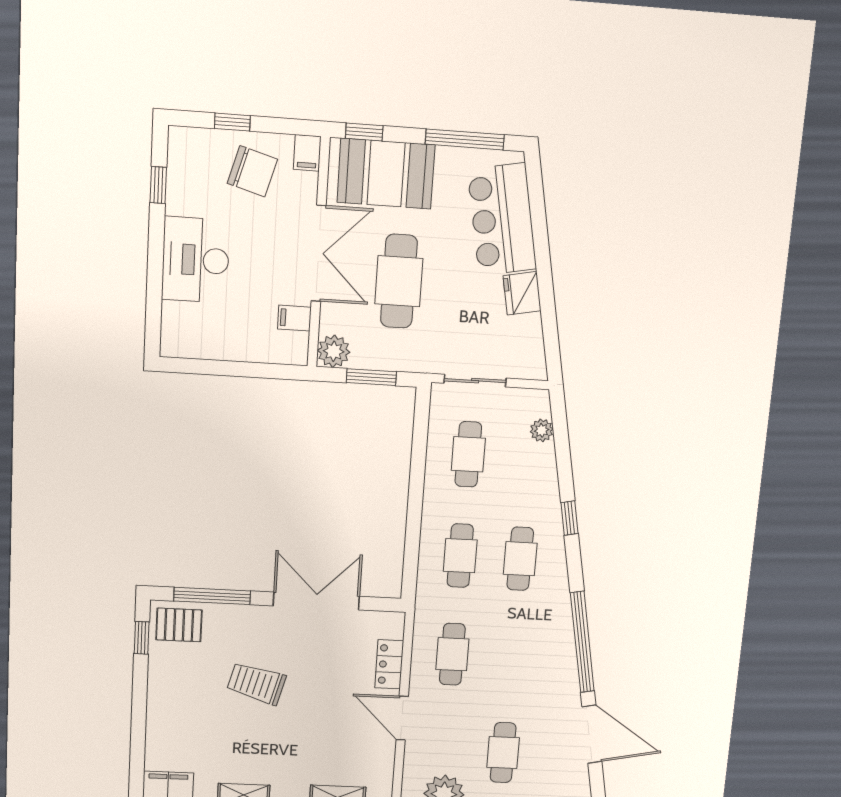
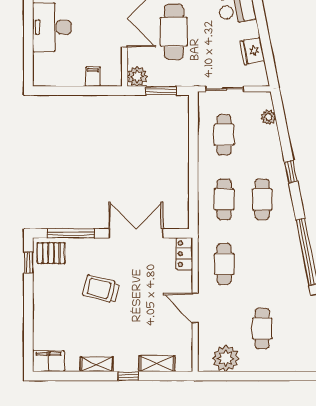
fridge: (522, 293) -> (252, 51), moved
filing cabinet: (294, 318) -> (93, 77), moved, turned 90
locker: (389, 664) -> (184, 254), moved

